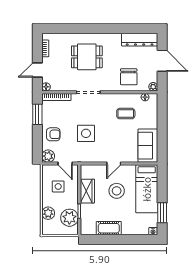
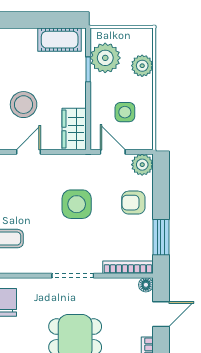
wardrobe: (87, 191) -> (74, 129), moved
cot: (109, 228) -> (60, 40), moved

